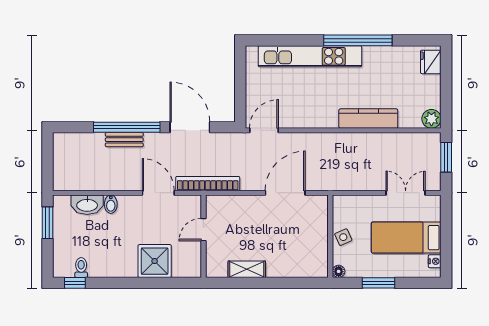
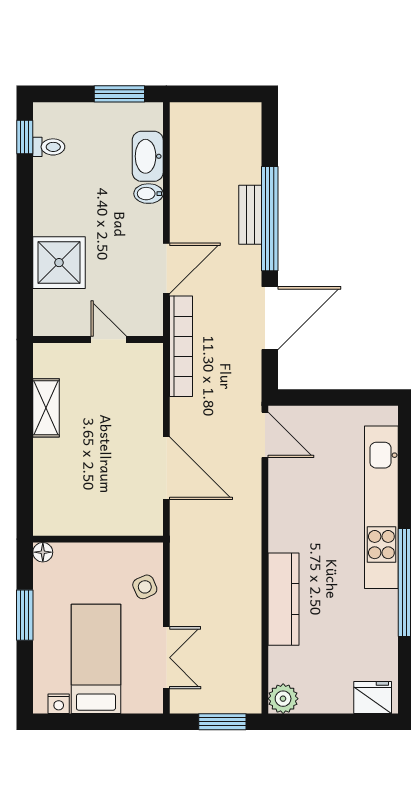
side table: (343, 237) -> (145, 587), moved

